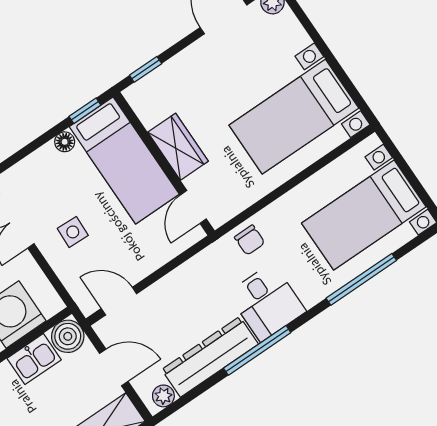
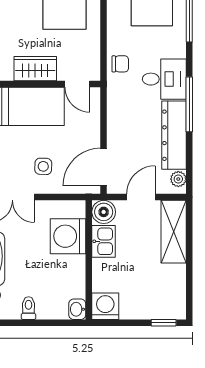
door: (119, 301) -> (103, 167), width x1.38

